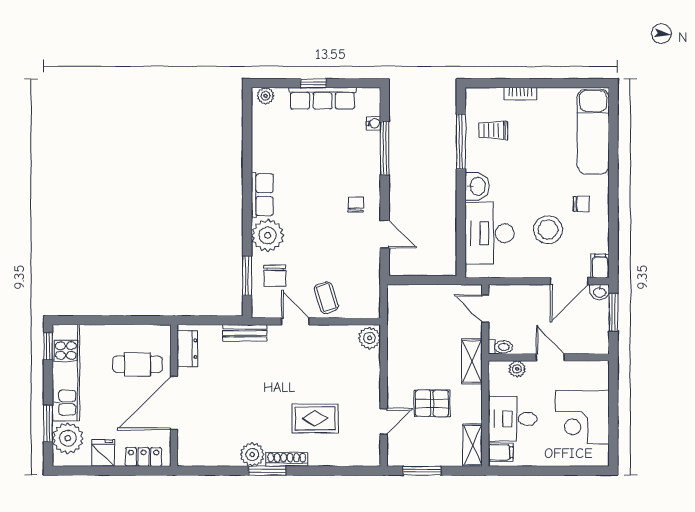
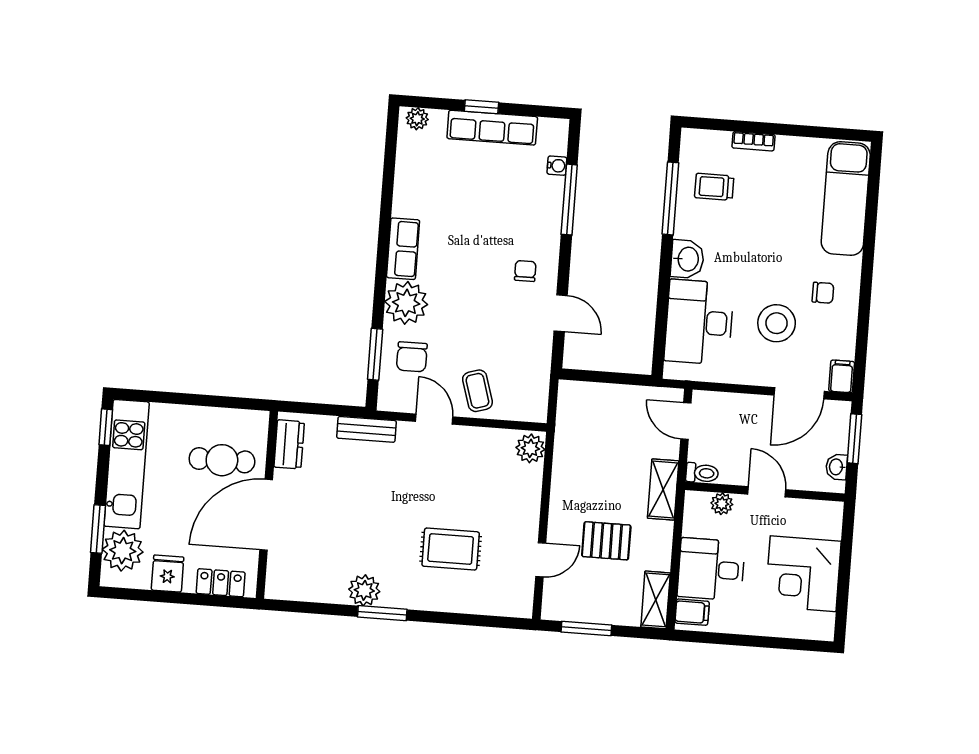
washbasin: (600, 292) -> (837, 467), moved, turned 90
shoe rack: (287, 459) -> (409, 600), removed

